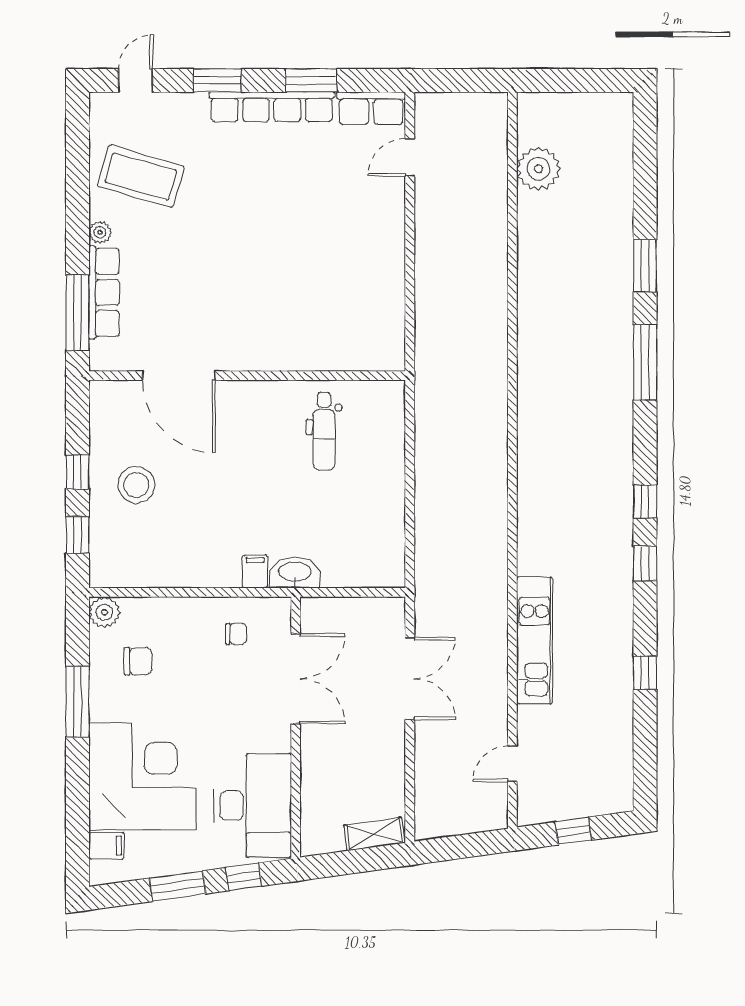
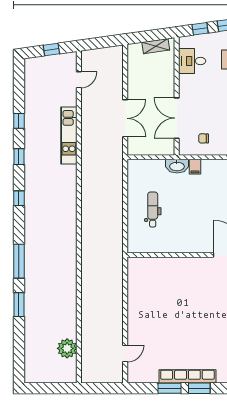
window: (217, 80) -> (199, 388), moved
row of seats: (371, 108) -> (143, 376), removed
dental chair: (324, 431) -> (153, 209), moved
window: (645, 563) -> (19, 157), moved
double door: (410, 679) -> (125, 118), swing flipped
desk: (253, 805) -> (192, 61), width x0.53, depth x0.77
shelving: (374, 834) -> (156, 46), moved

